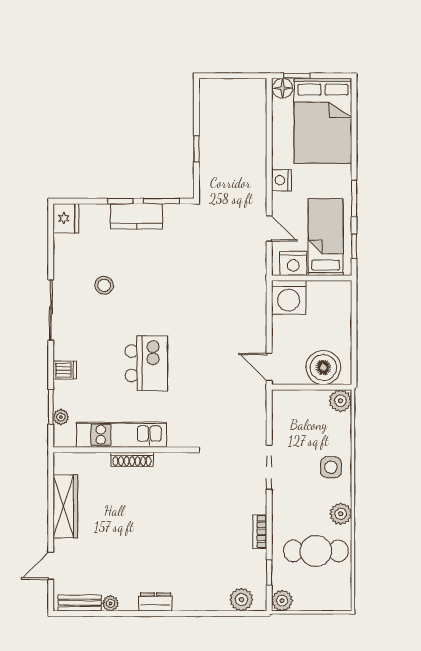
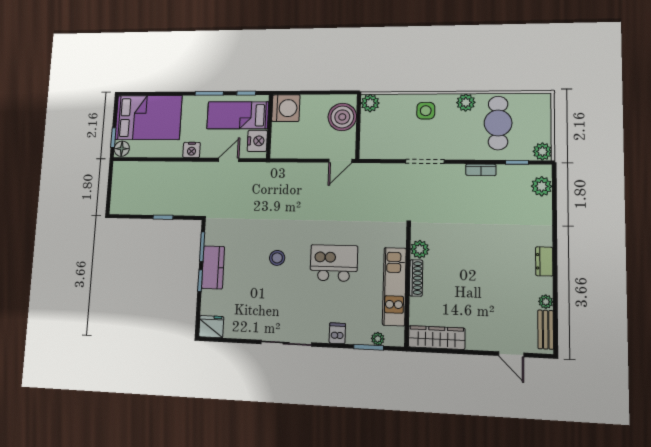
stool: (104, 285) -> (277, 258), moved
washing machine: (289, 297) -> (286, 108), moved
plant: (165, 463) -> (420, 249), added
wardrobe: (65, 506) -> (437, 338), moved

